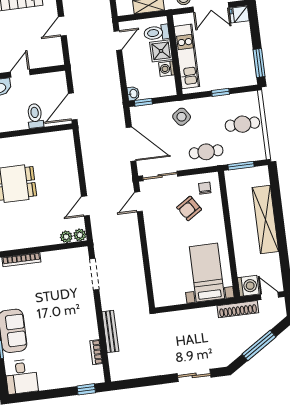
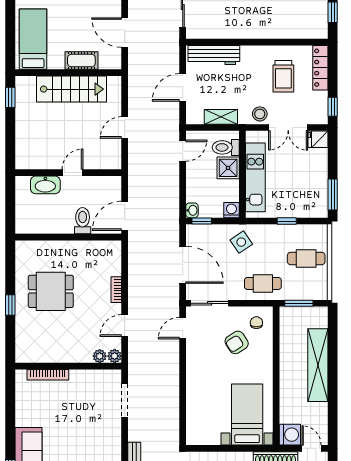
washing machine: (166, 69) -> (231, 210), moved, turned 90
bookcase: (74, 174) -> (116, 290), added

